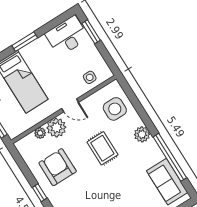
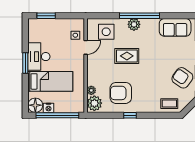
desk: (67, 36) -> (39, 57), moved
door: (70, 105) -> (86, 47), moved
plant: (56, 128) -> (94, 103), moved
window: (170, 157) -> (140, 16), moved

